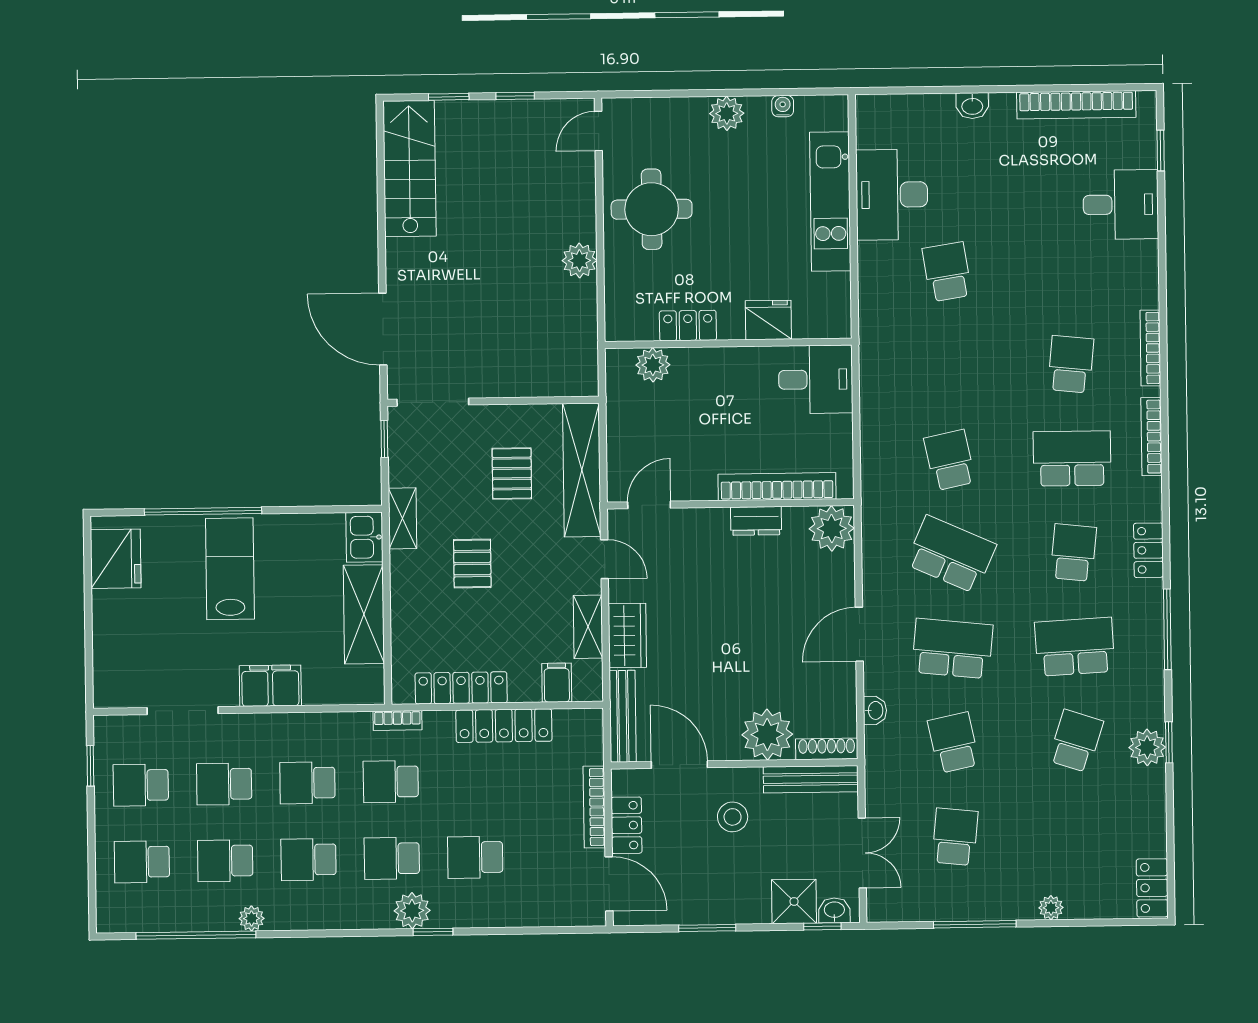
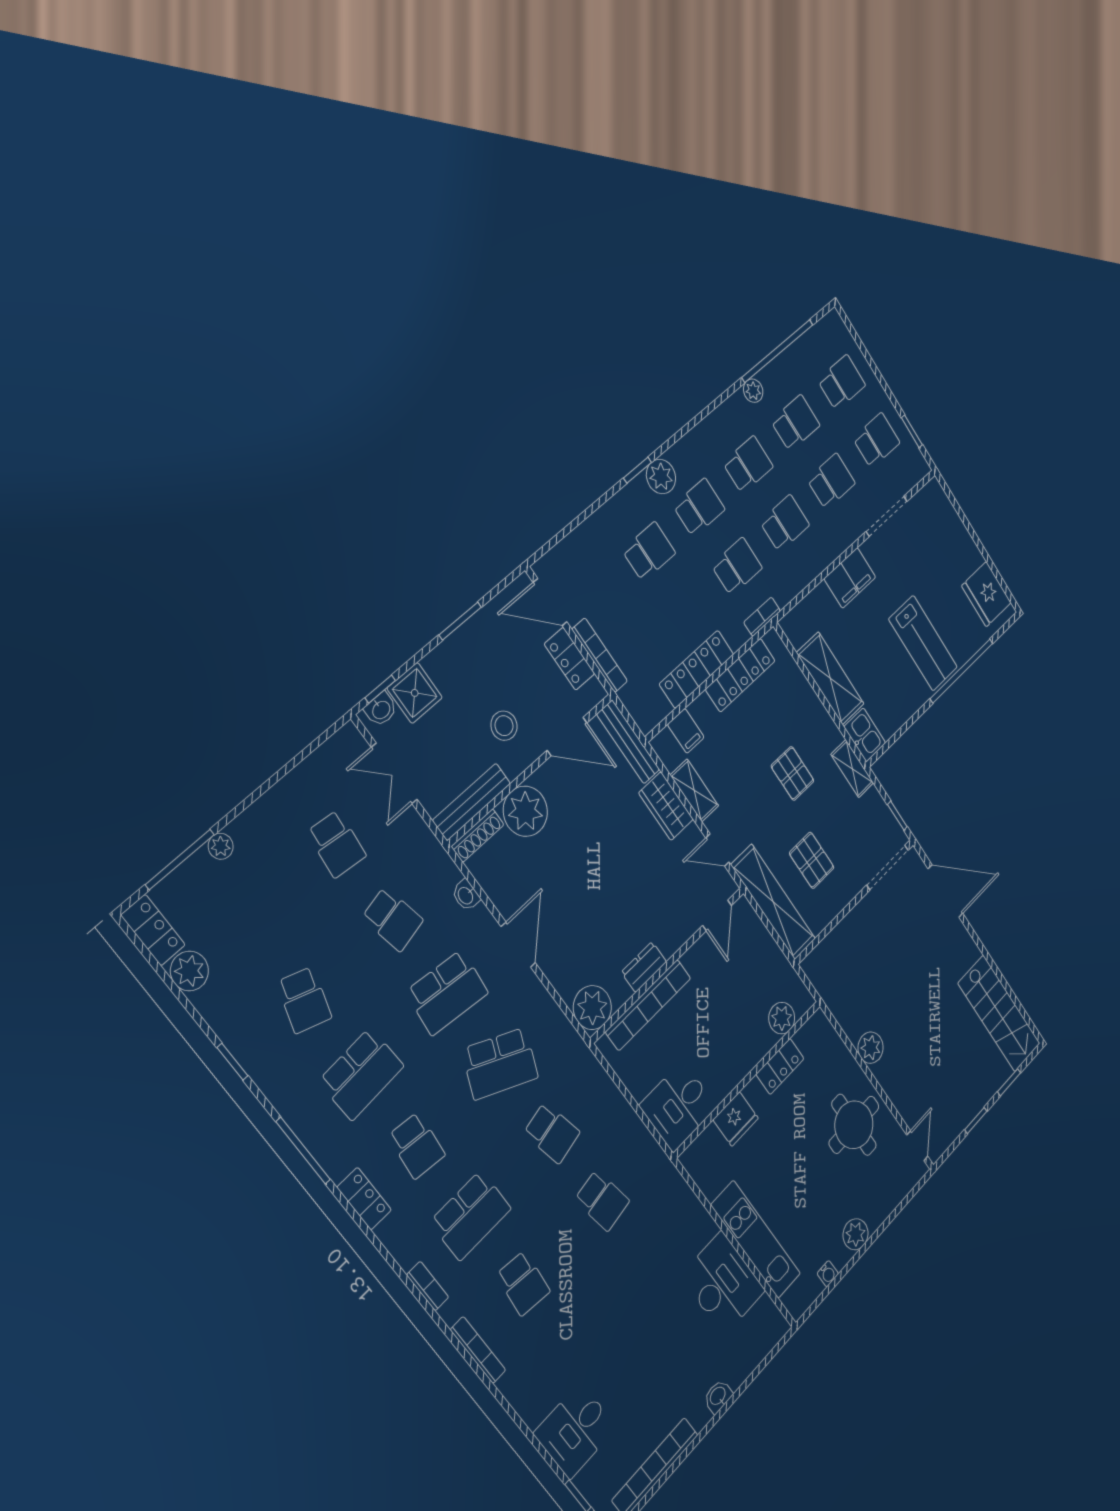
school desk: (947, 272) -> (602, 1200), moved
bookcase: (1151, 437) -> (428, 1286), width x0.64
plant: (1147, 747) -> (189, 971), moved
window: (975, 924) -> (180, 860), moved

